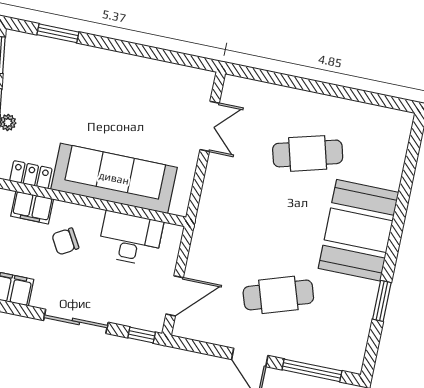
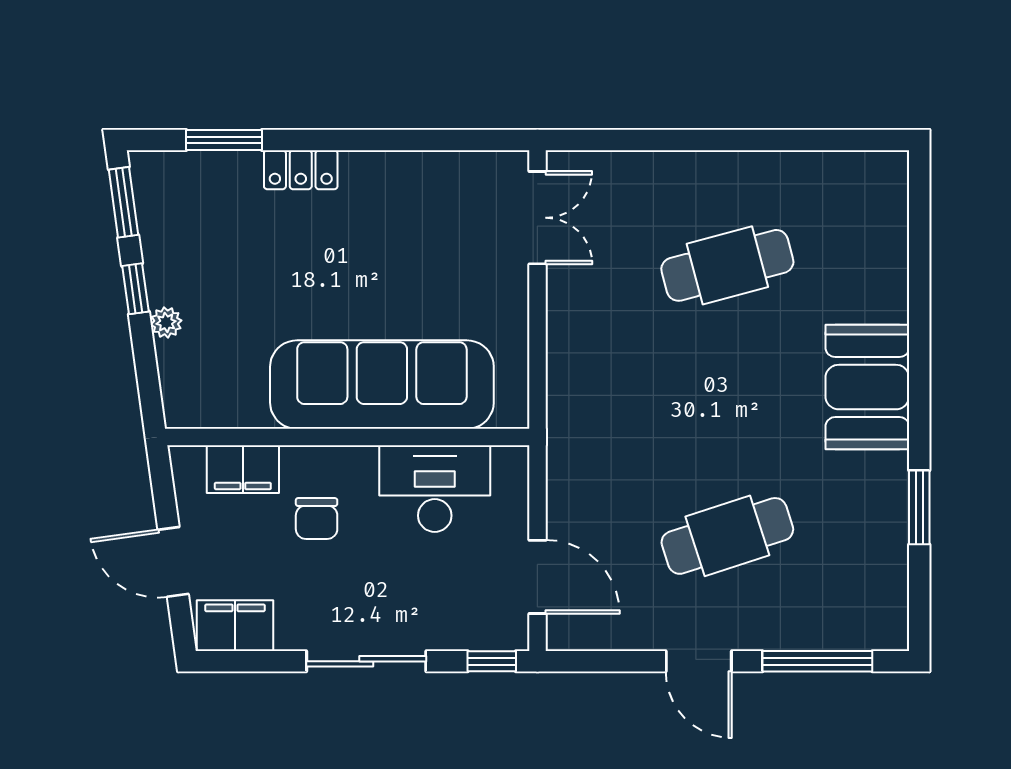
double door: (210, 126) -> (537, 218), moved
locker: (31, 175) -> (301, 170), moved, turned 180
booth: (358, 230) -> (867, 387), width x0.73, depth x0.70
chair: (65, 241) -> (317, 518), turned -60
door: (175, 296) -> (537, 577), hinge flipped

